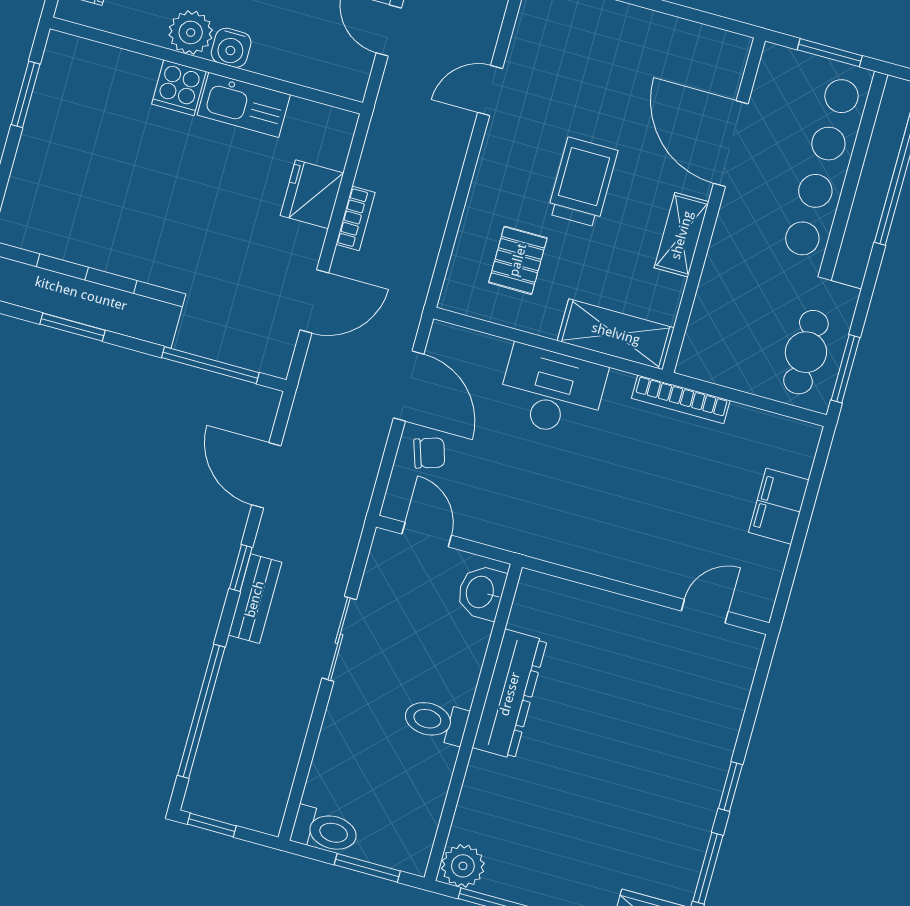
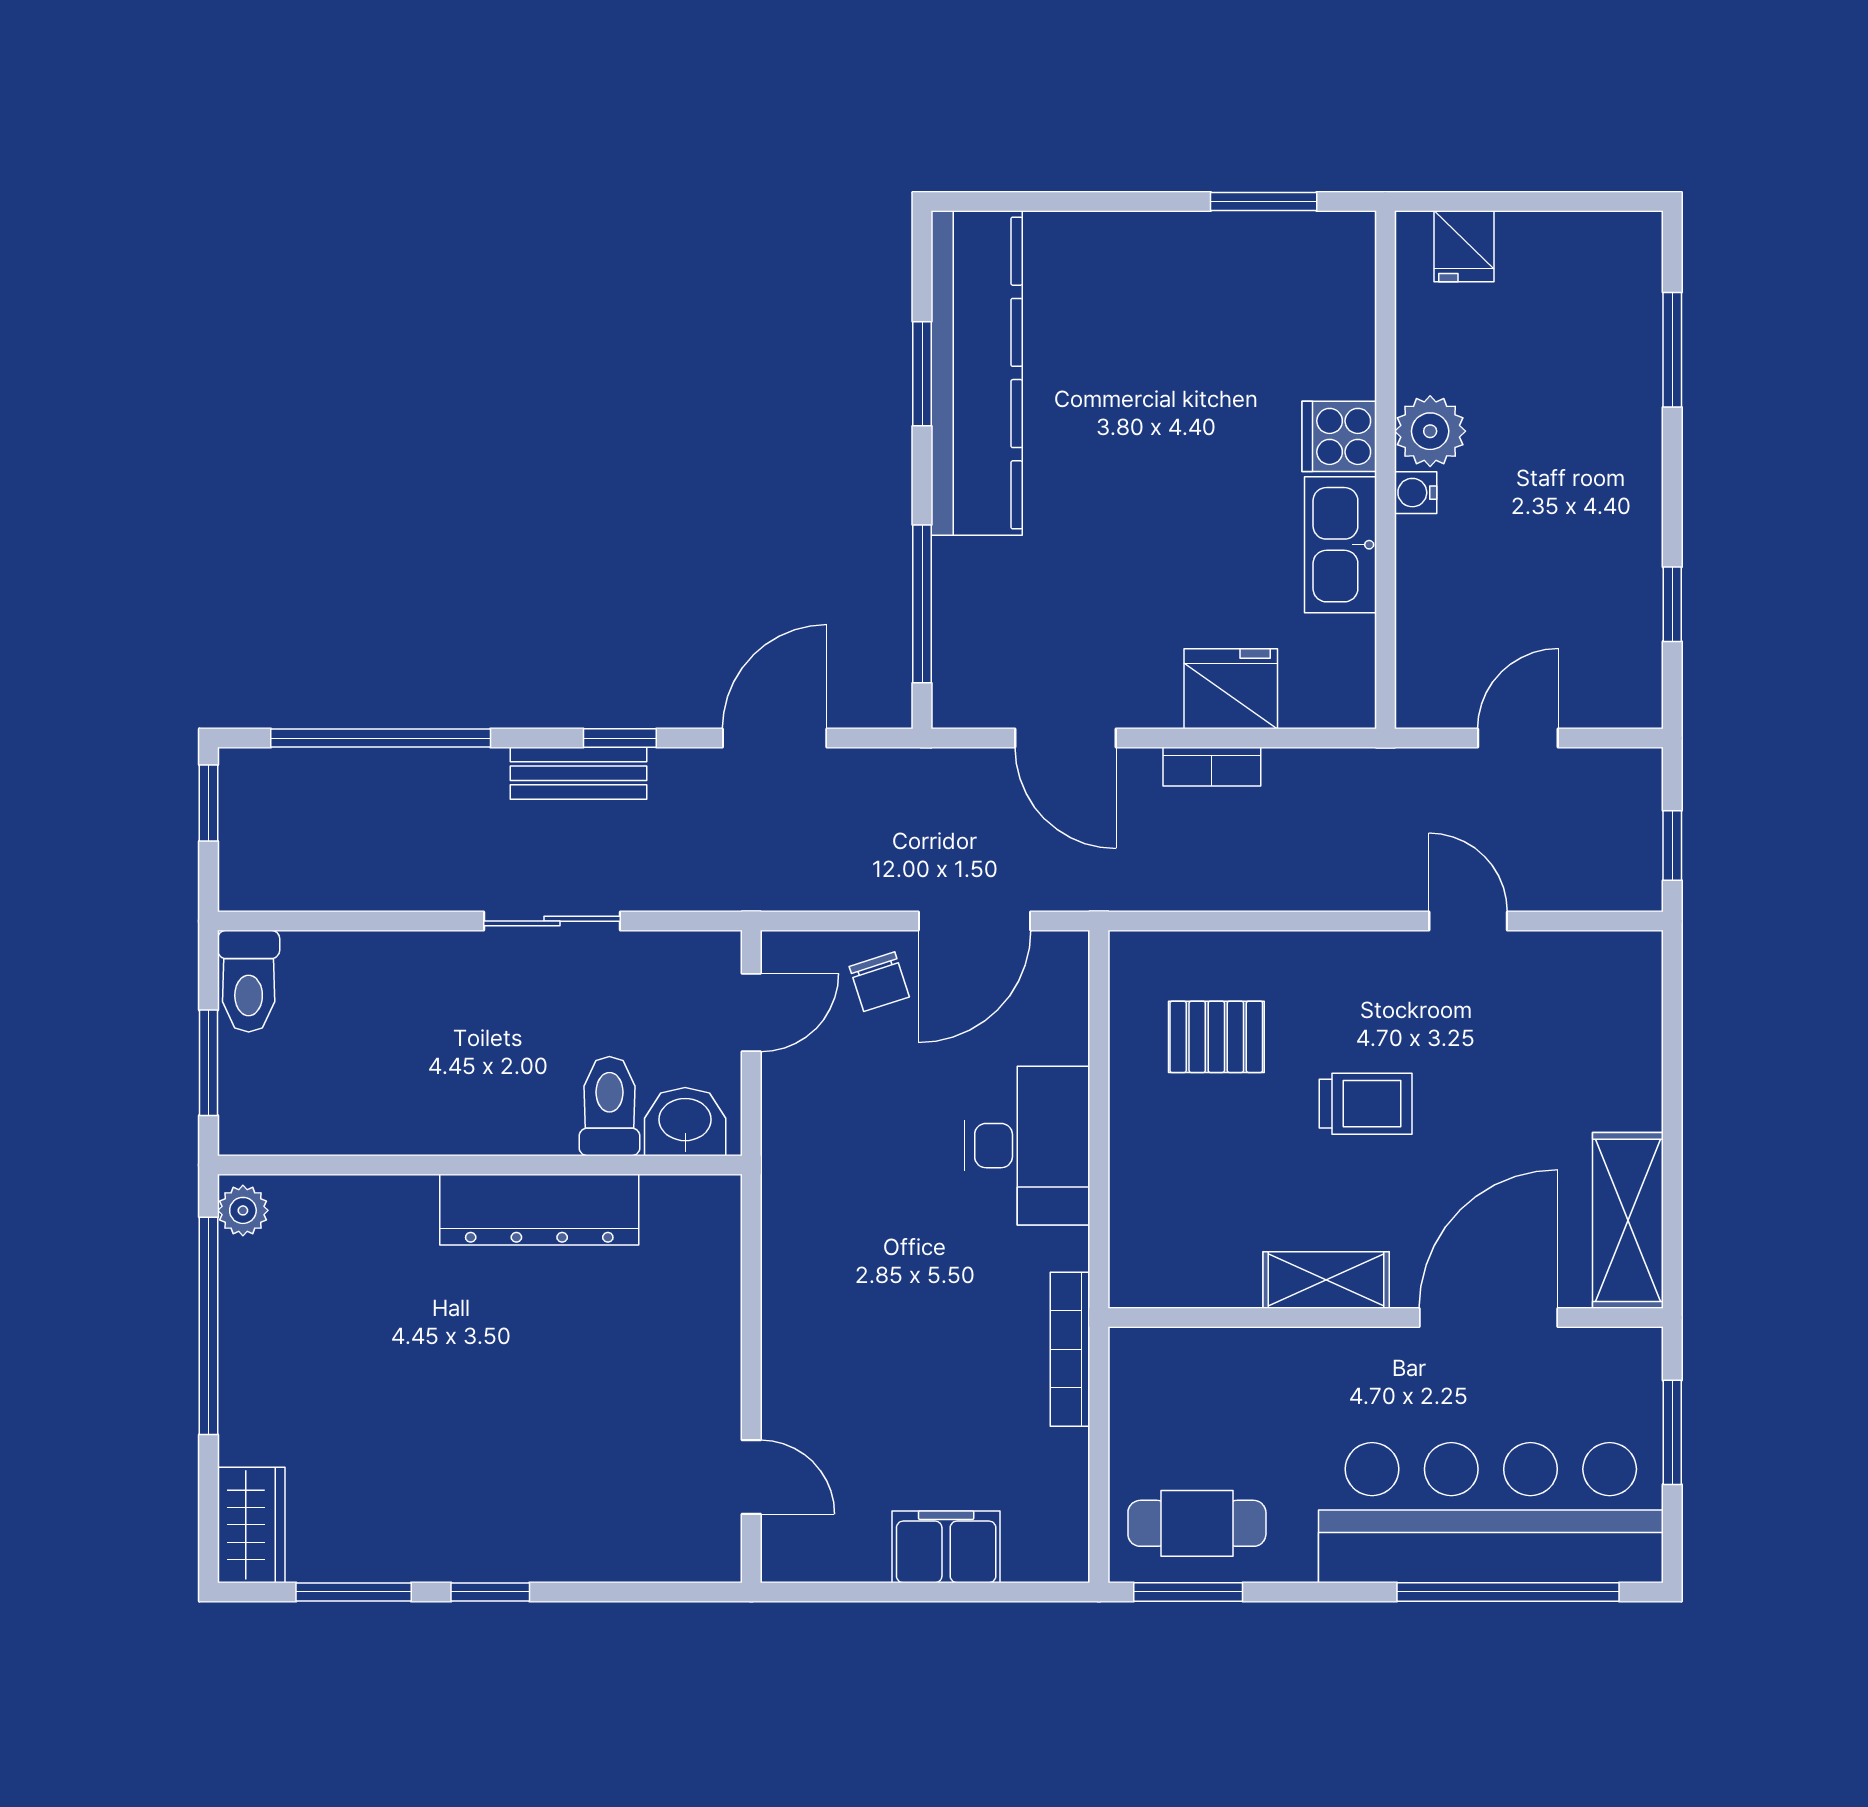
water cooler: (231, 48) -> (1416, 493), width x0.72, depth x0.72
trolley: (583, 182) -> (1366, 1104), width x0.73, depth x0.72
shelving: (616, 334) -> (1628, 1220), moved
toilet: (436, 721) -> (609, 1106), moved
plant: (463, 866) -> (243, 1210), width x0.73, depth x0.73

